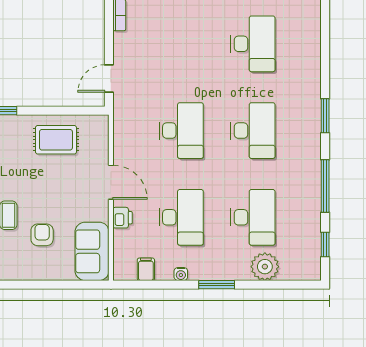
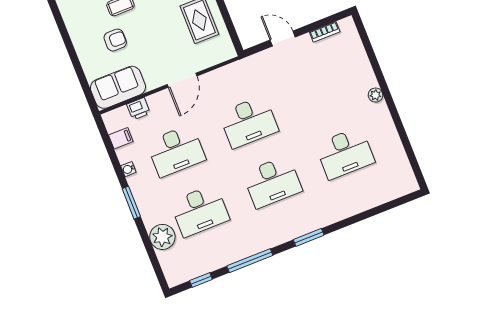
door: (109, 79) -> (283, 38), moved
printer: (123, 218) -> (138, 109), moved

